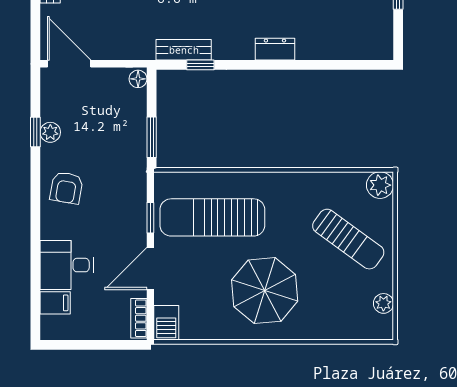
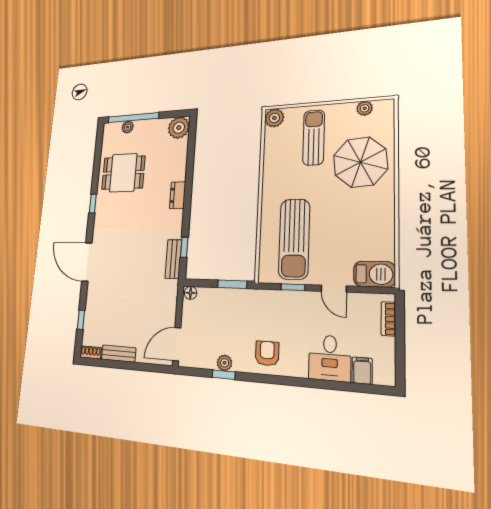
plant: (377, 43) -> (179, 128), added
armchair: (66, 188) -> (267, 353), turned -100
sun lounger: (348, 239) -> (314, 138), turned -36
door: (150, 268) -> (334, 289), width x0.73
parasol: (265, 291) -> (360, 162), moved
bookcase: (139, 318) -> (388, 319), moved, turned 90
barbecue: (166, 323) -> (374, 274), width x1.38, depth x1.27

